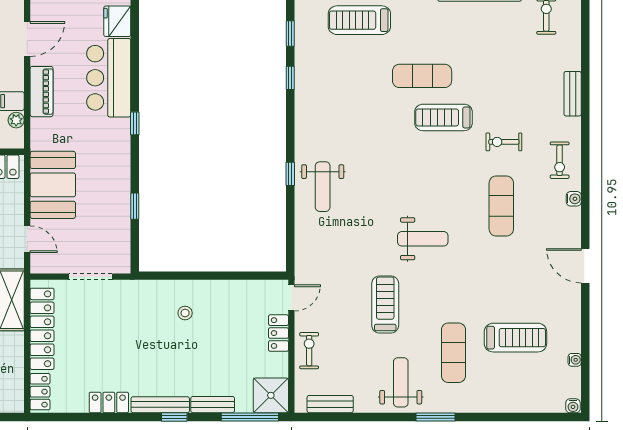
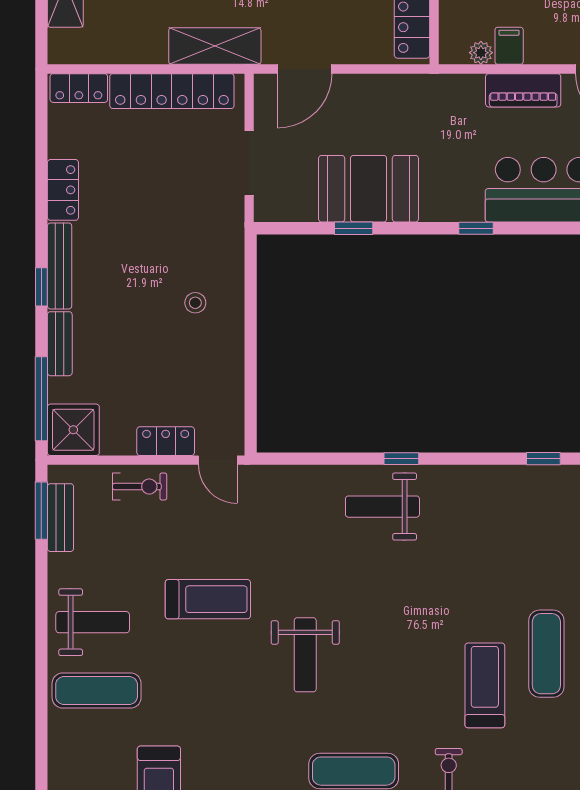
booth: (53, 185) -> (369, 189), moved
door: (27, 239) -> (305, 69), width x1.38
exercise mat: (453, 353) -> (97, 691), moved
window: (436, 417) -> (41, 511), moved

